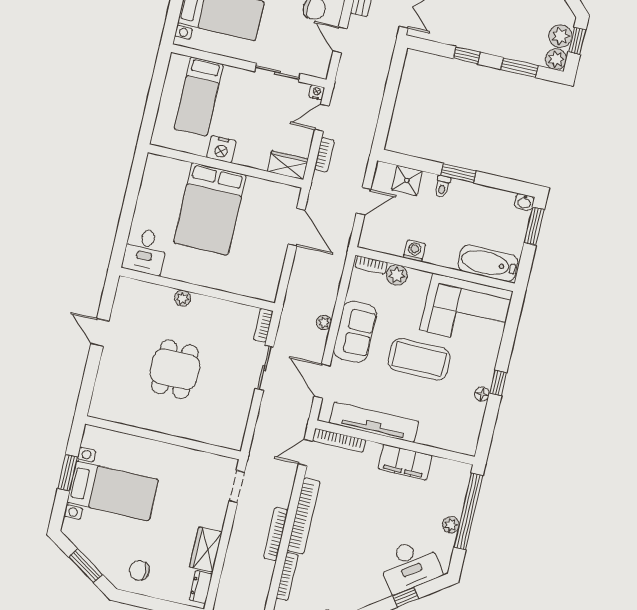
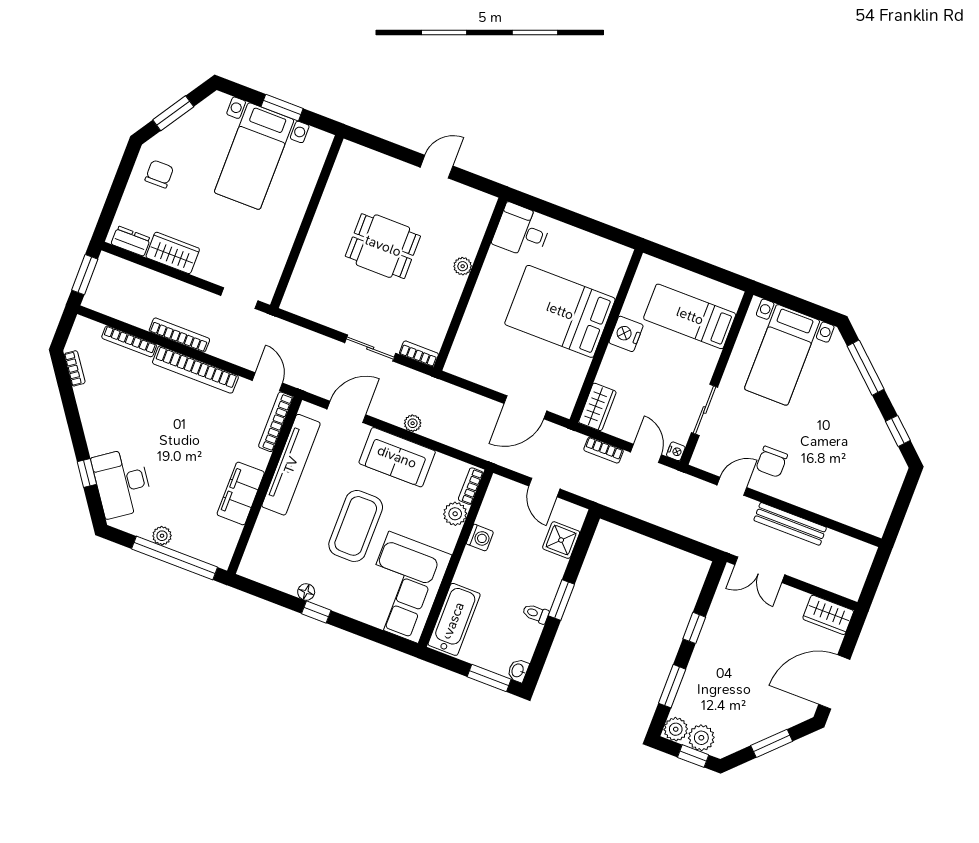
toilet: (442, 187) -> (536, 614), moved

